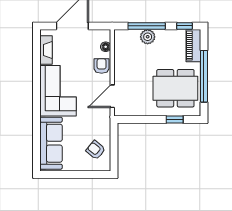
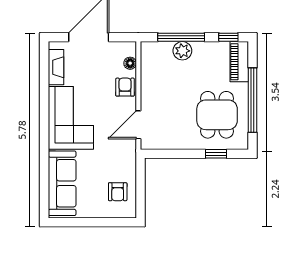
dining table: (175, 88) -> (217, 115), width x0.73
armchair: (96, 150) -> (118, 192), turned -130

